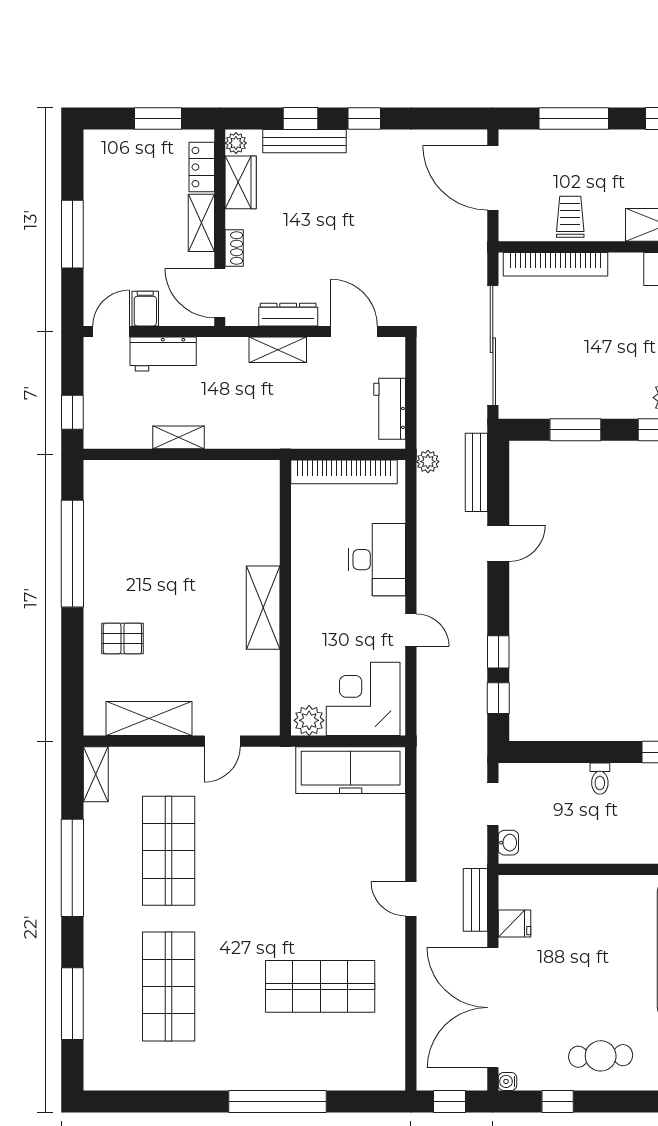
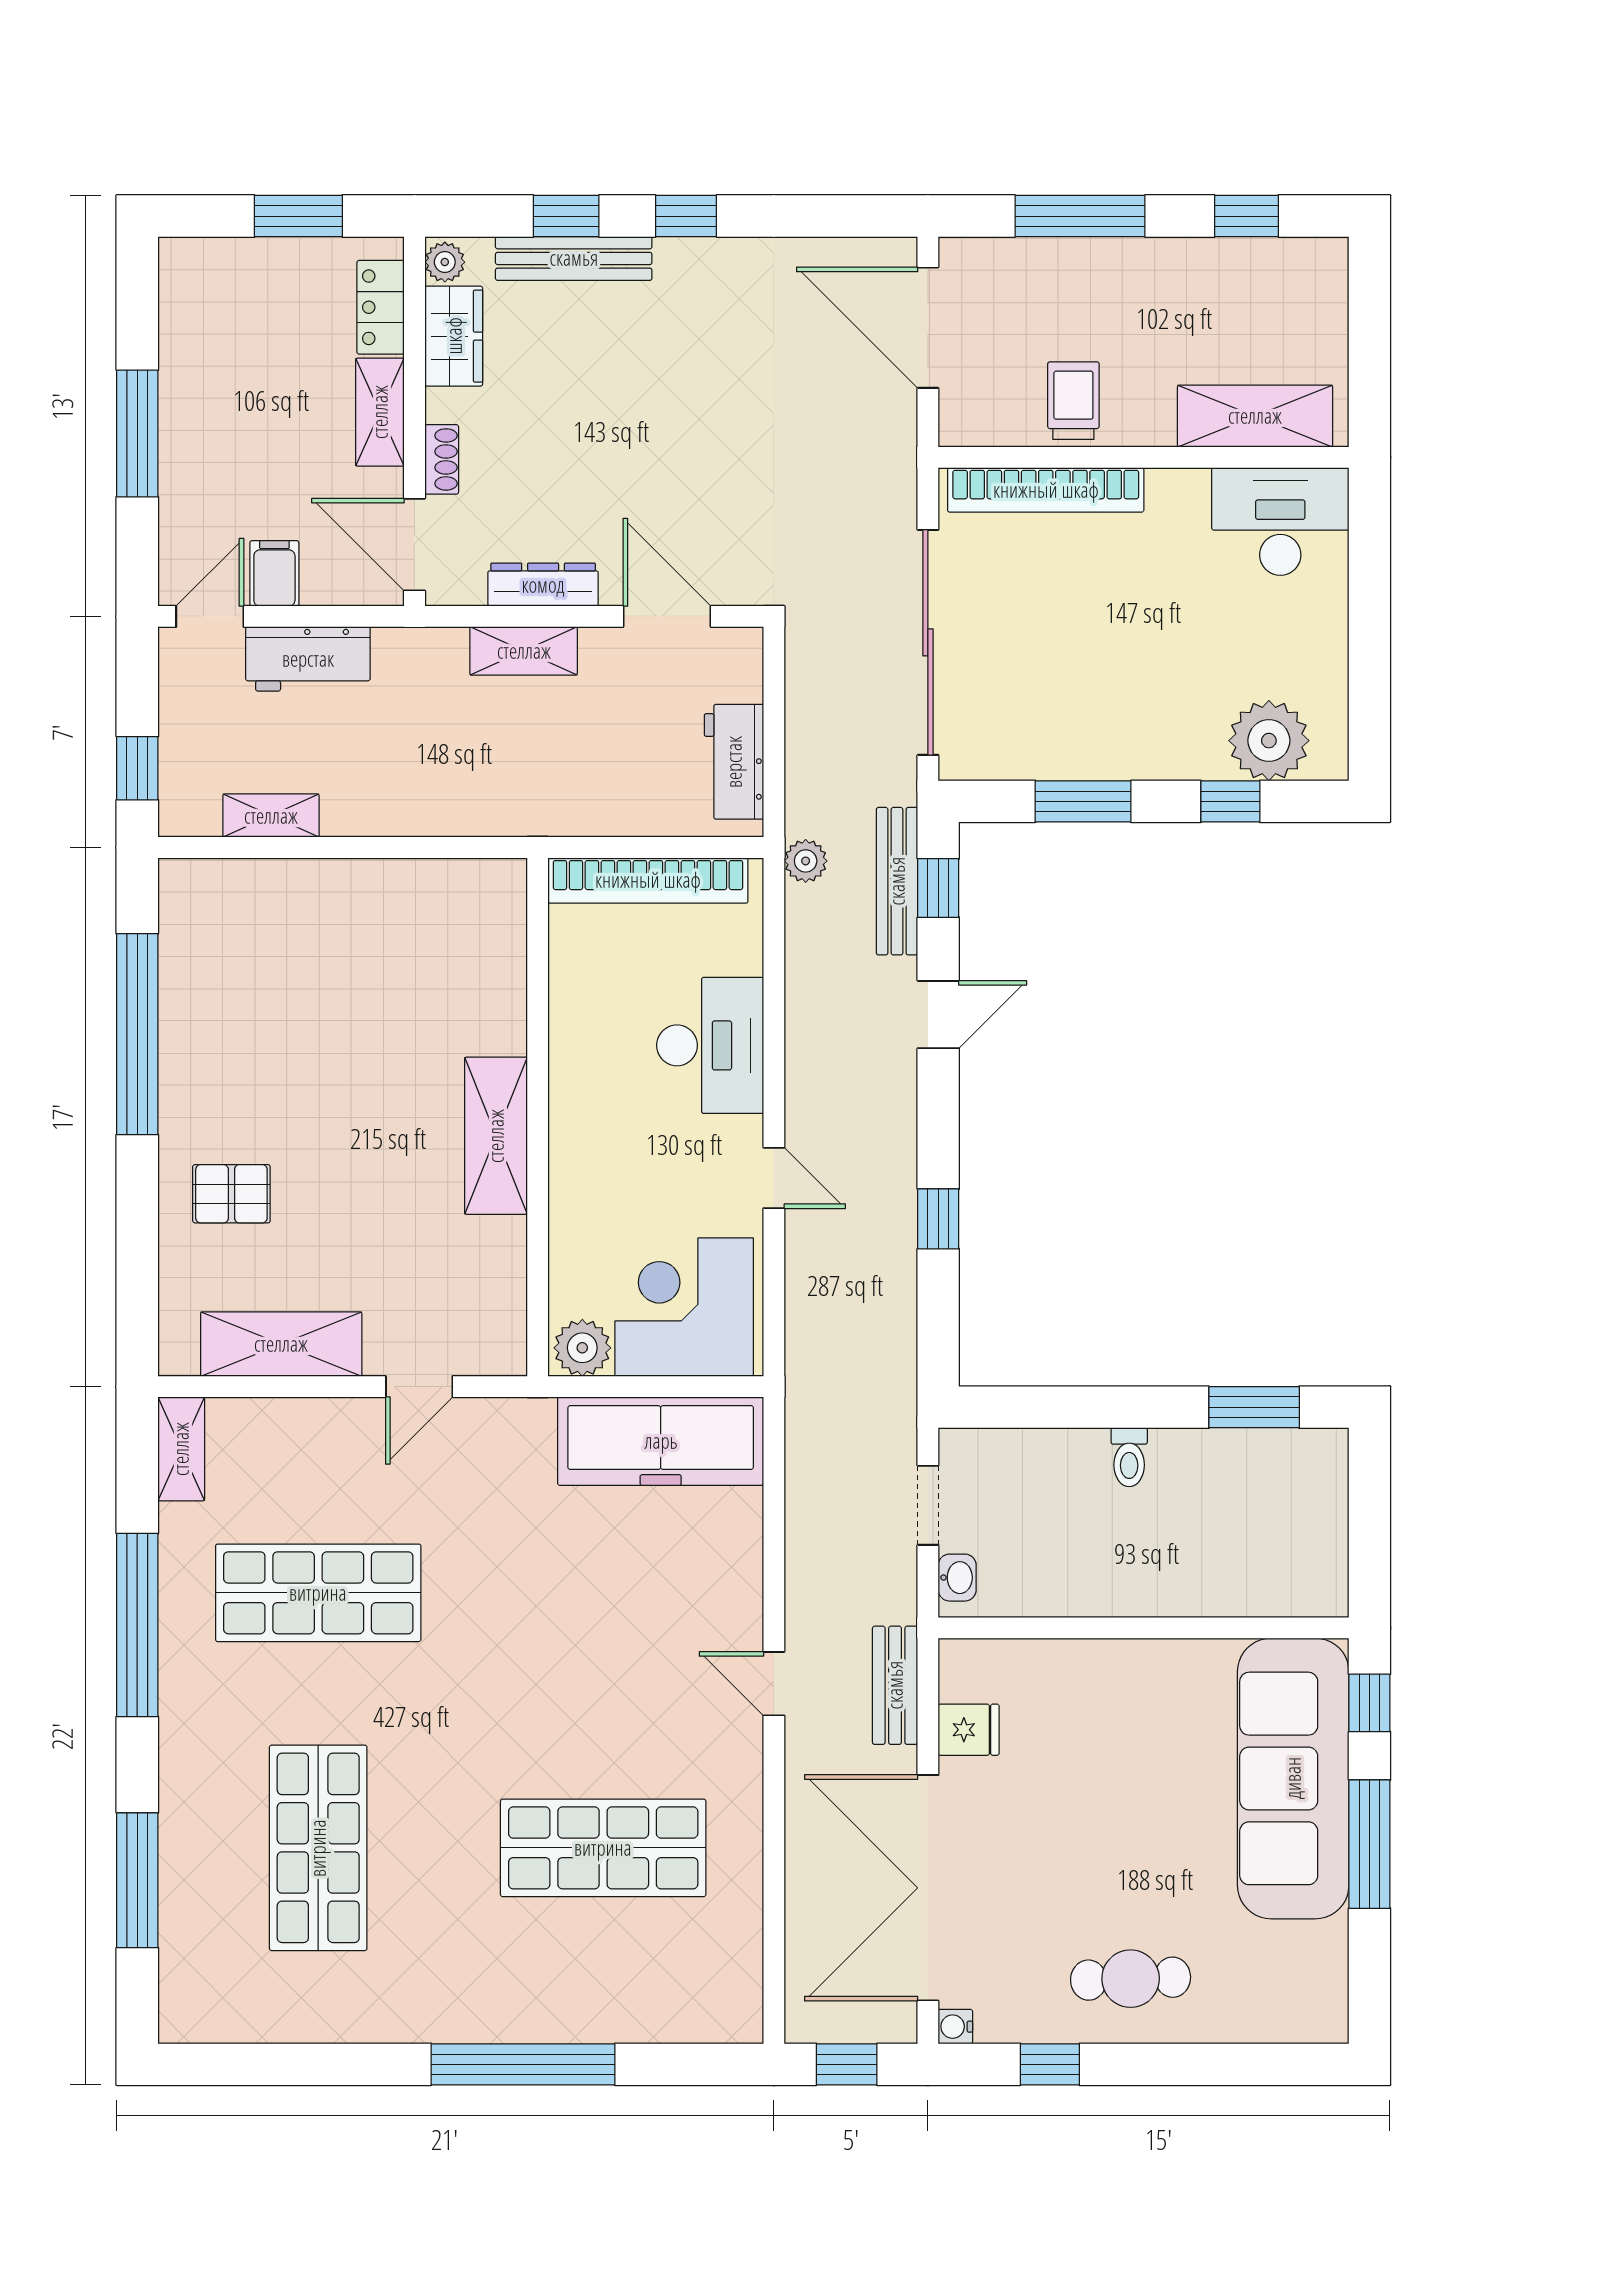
shelving: (178, 437) -> (271, 816), moved
window: (498, 698) -> (938, 888), moved
shop shelf: (169, 851) -> (318, 1593), turned 90

